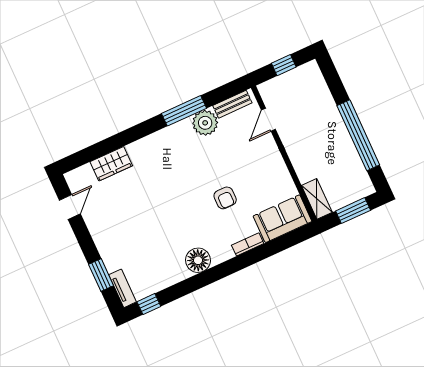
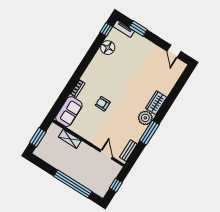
plant: (205, 123) -> (145, 118), moved
window: (358, 135) -> (73, 184), moved
wardrobe: (111, 164) -> (156, 103), moved
shelving: (317, 199) -> (70, 139), moved
floor lamp: (198, 260) -> (108, 48), moved

